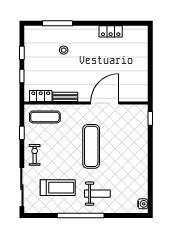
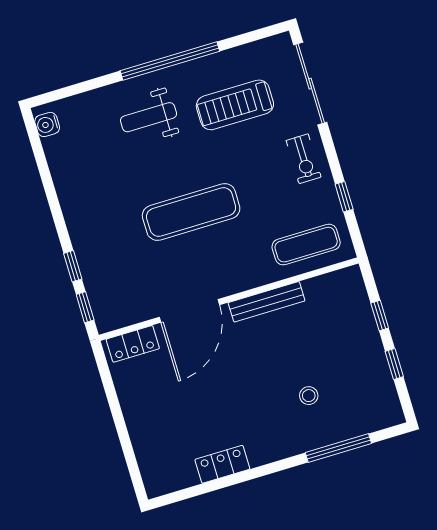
locker: (41, 96) -> (133, 344), moved
bench: (65, 97) -> (267, 302), width x1.36
window: (150, 138) -> (73, 266), added
exercise mat: (91, 146) -> (191, 212), turned 90

